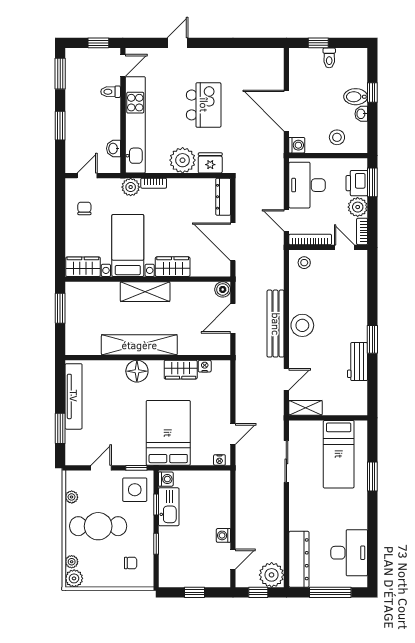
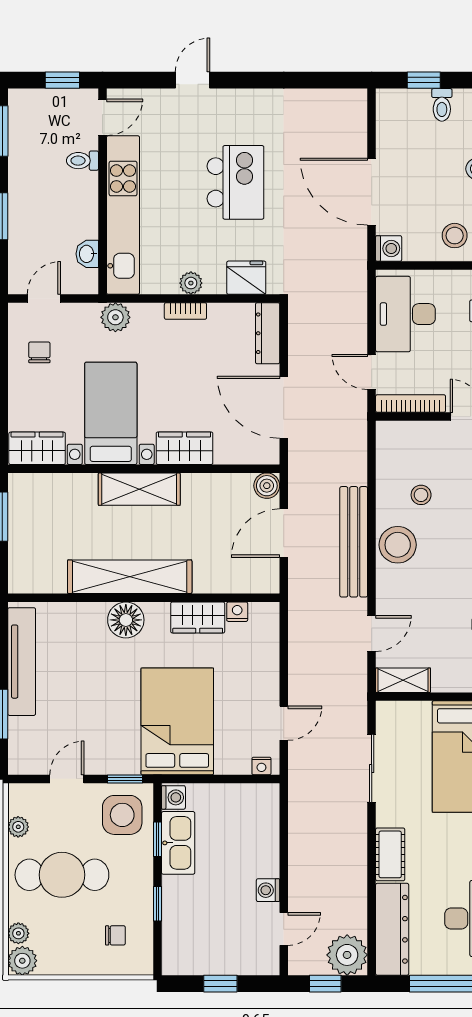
plant: (183, 160) -> (191, 283), width x0.53, depth x0.53
bookcase: (154, 183) -> (185, 311), moved
stool: (304, 263) -> (421, 495), moved
cot: (298, 514) -> (390, 854), added

